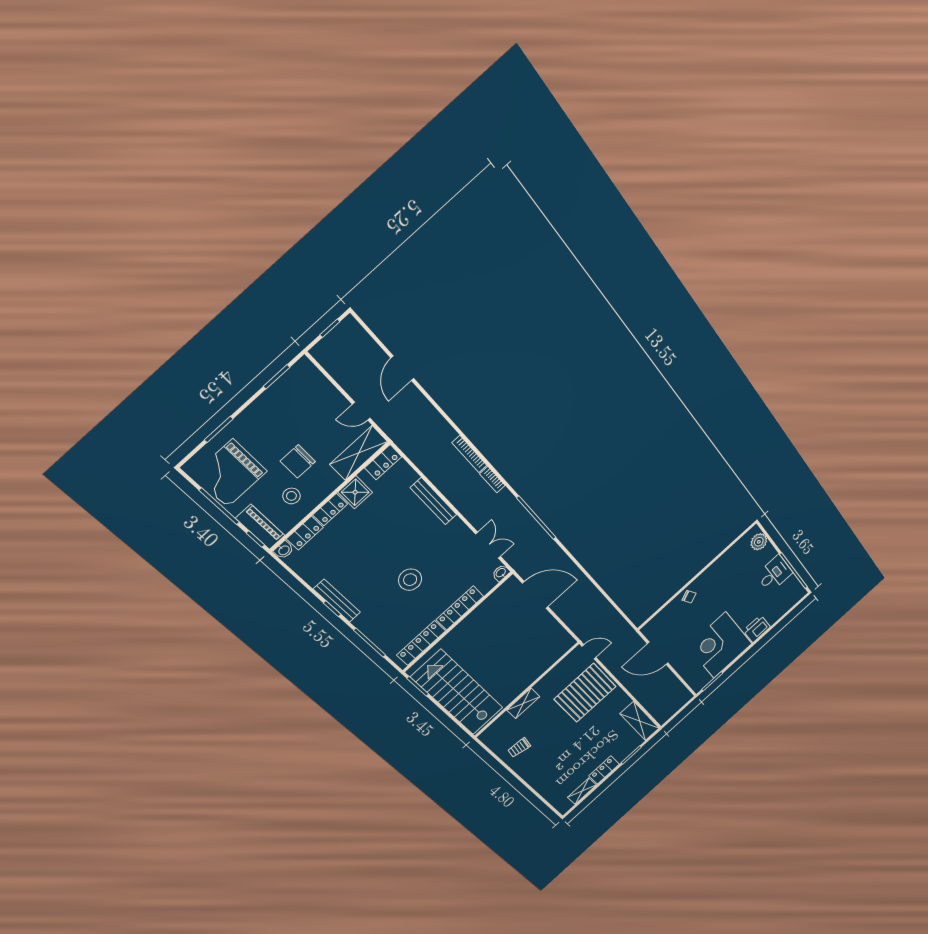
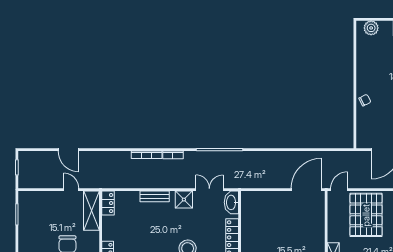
door: (361, 411) -> (71, 190), swing flipped
shower: (355, 492) -> (184, 200), moved
bench: (433, 501) -> (155, 196), width x0.73
washbasin: (501, 573) -> (231, 202), width x1.91, depth x1.45
door: (535, 595) -> (306, 190), moved

